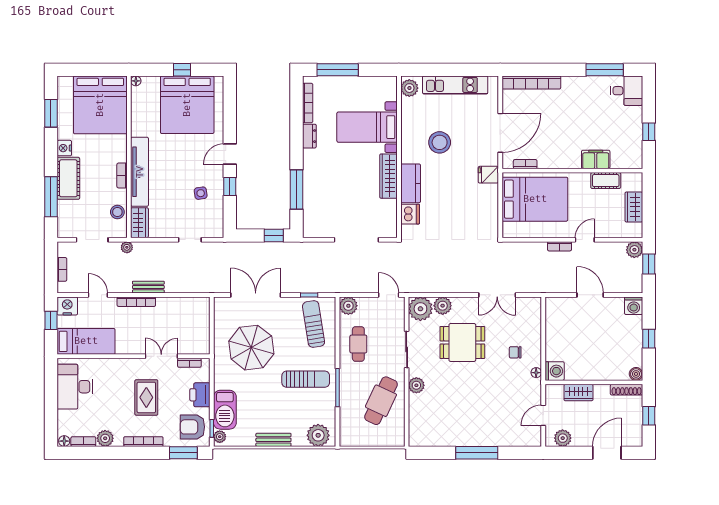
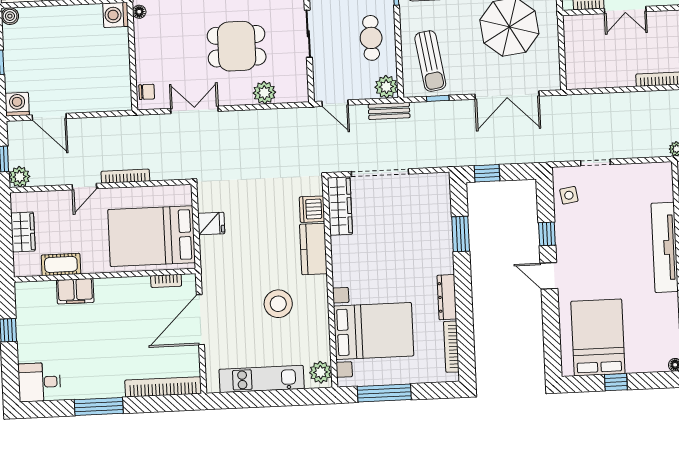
window: (338, 70) -> (384, 393), moved
window: (605, 70) -> (99, 406), moved
bed: (187, 105) -> (598, 337), width x0.73
bed with nightstands: (367, 127) -> (374, 331), width x1.36
dresser: (309, 136) -> (447, 297), width x1.44
door: (230, 154) -> (549, 276), swing flipped
fridge: (488, 175) -> (211, 224), moved
wardrobe: (388, 176) -> (340, 206), moved
window: (296, 190) -> (461, 234), width x0.69
side table: (201, 193) -> (569, 195), moved
wardrobe: (139, 223) -> (662, 181), removed
bookcase: (559, 246) -> (125, 176), width x1.56
bench: (148, 287) -> (389, 111), moved
door: (590, 295) -> (49, 117), moved
plant: (420, 309) -> (293, 87), removed
chair: (515, 352) -> (147, 92), moved

